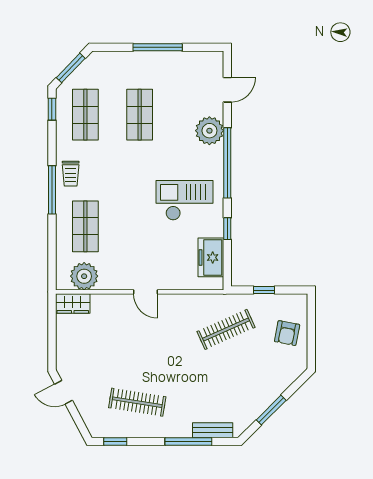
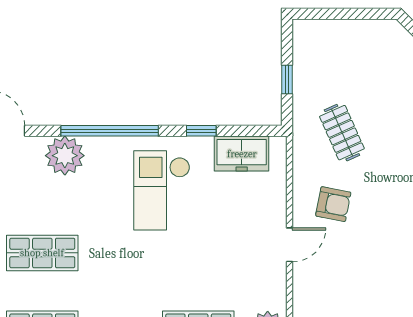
clothes rail: (226, 329) -> (342, 133), width x0.73
armchair: (287, 333) -> (333, 204), moved

